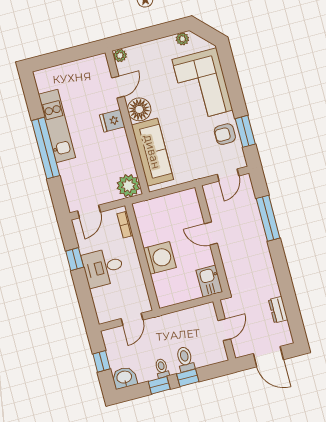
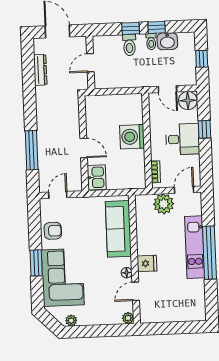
floor lamp: (139, 109) -> (127, 273), width x0.53, depth x0.53
kitchen unit: (57, 126) -> (195, 247), moved
window: (245, 131) -> (36, 263), moved
plant: (128, 186) -> (164, 204), moved
window: (75, 259) -> (204, 129), moved
kitchen sink: (209, 281) -> (97, 177), moved
dresser: (278, 310) -> (40, 70), width x1.44
floor lamp: (107, 312) -> (188, 101), added
door: (132, 319) -> (167, 89), swing flipped
washbasin: (124, 378) -> (167, 41), moved

